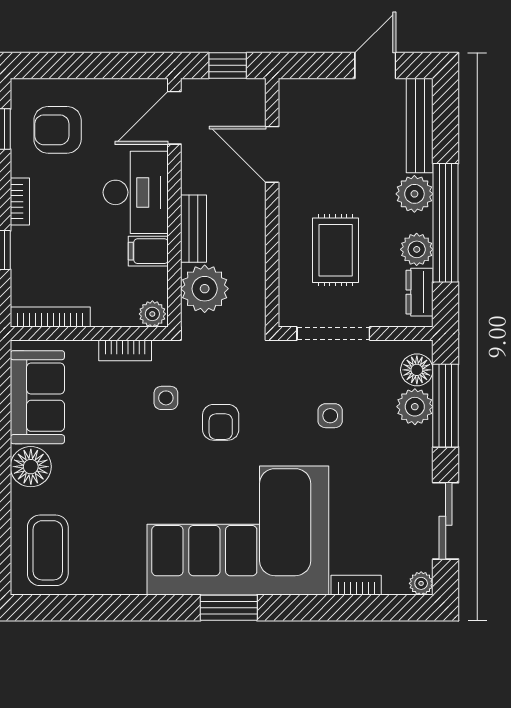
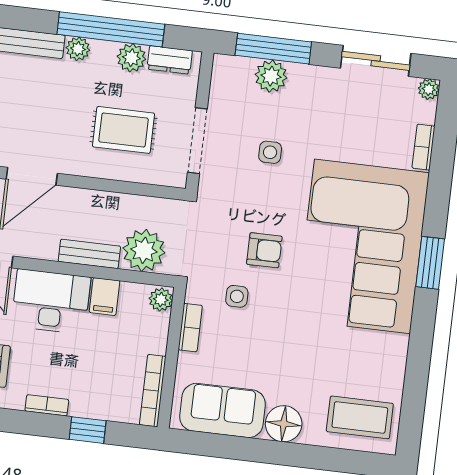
plant: (414, 194) -> (78, 49), width x0.73, depth x0.73
floor lamp: (417, 370) -> (239, 70), removed

